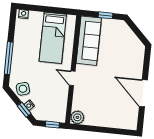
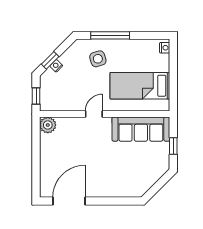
side table: (23, 89) -> (98, 59), moved
door: (143, 93) -> (69, 201), moved

